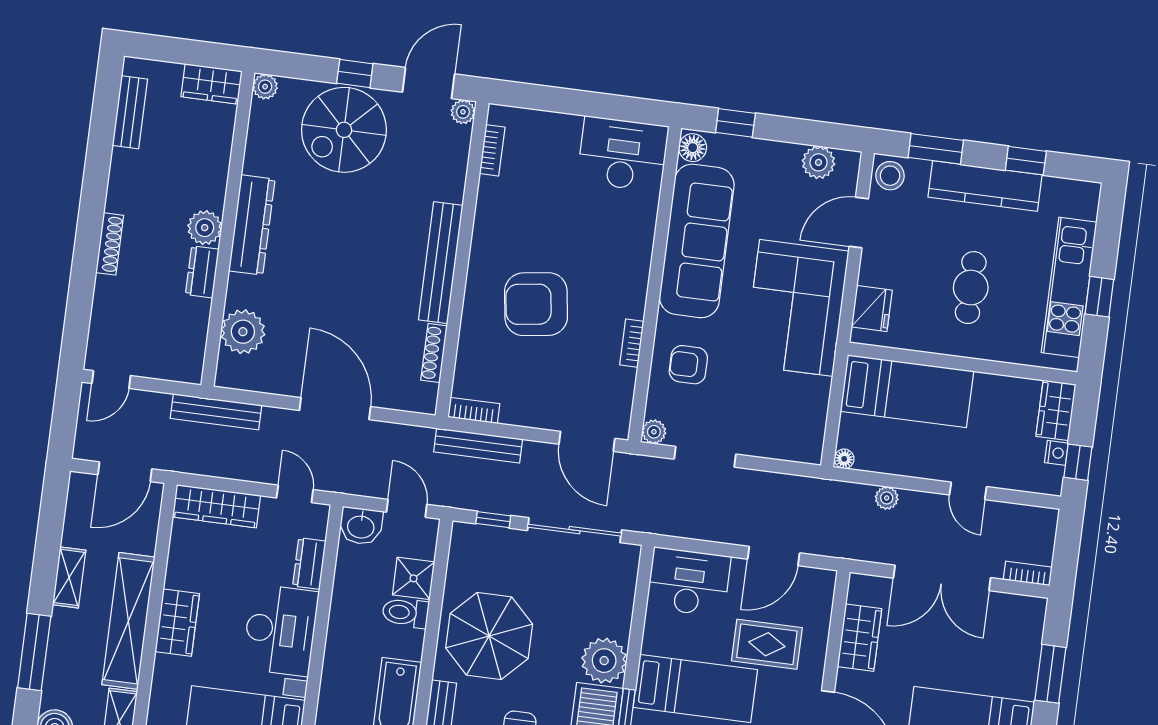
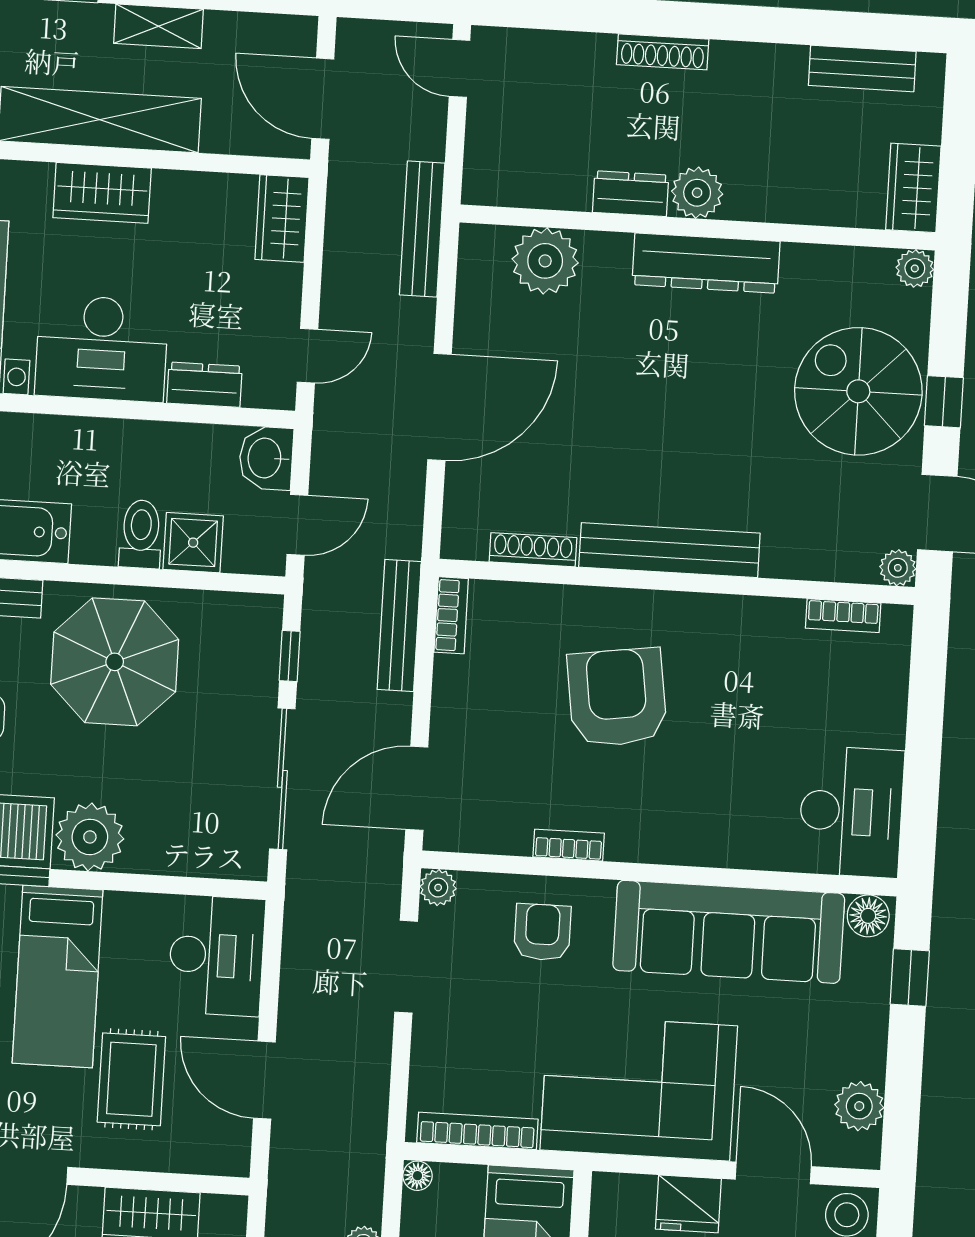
fridge: (872, 308) -> (688, 1204), moved
bookcase: (817, 417) -> (477, 1131), added
wardrobe: (216, 506) -> (282, 218), width x0.67

